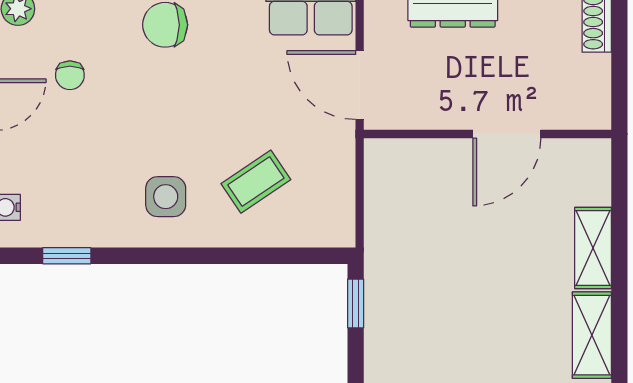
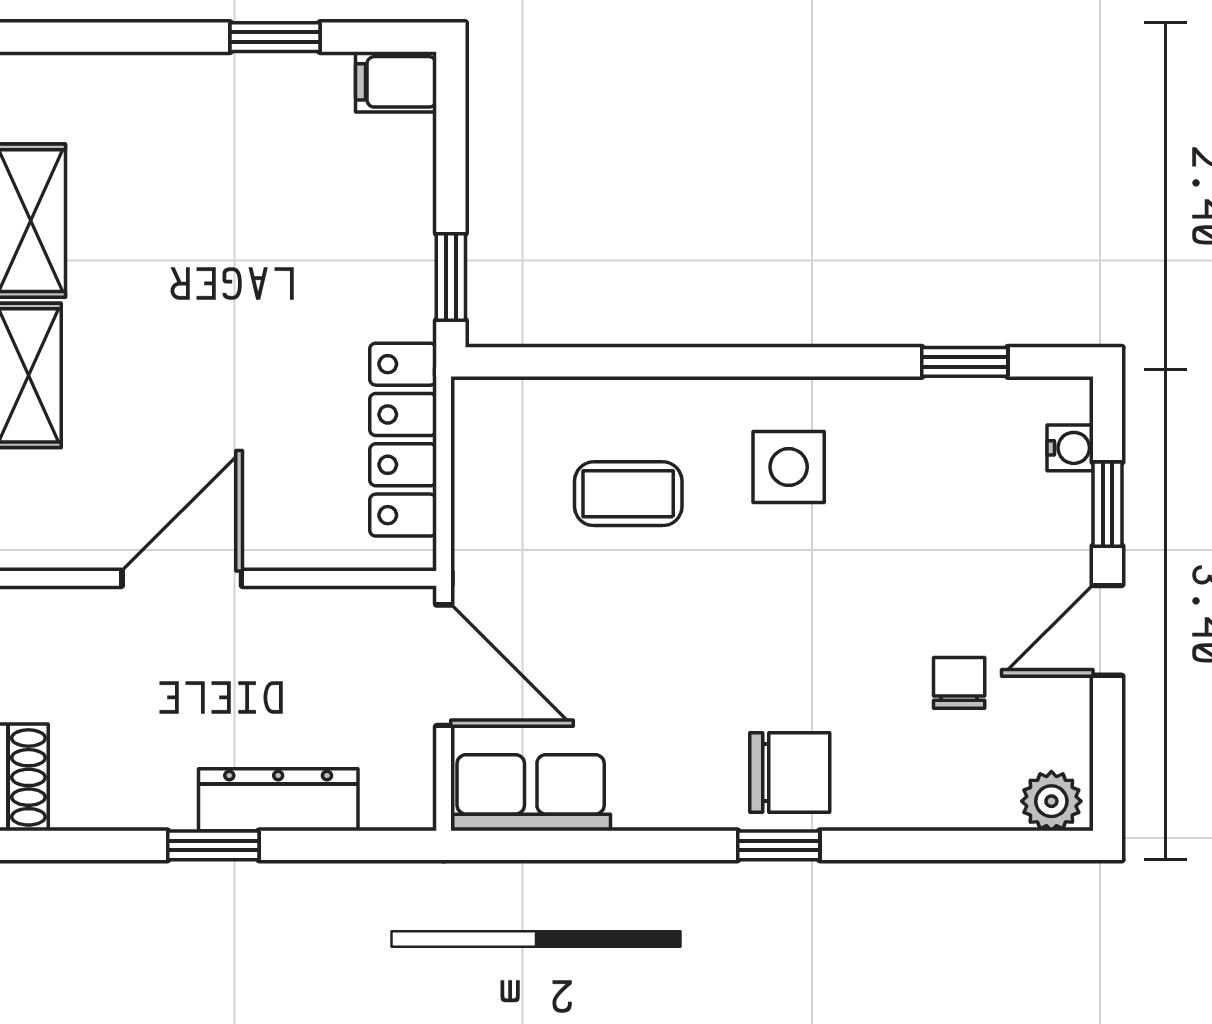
coffee table: (256, 182) -> (628, 494), turned 34
locker: (382, 212) -> (403, 440), added

